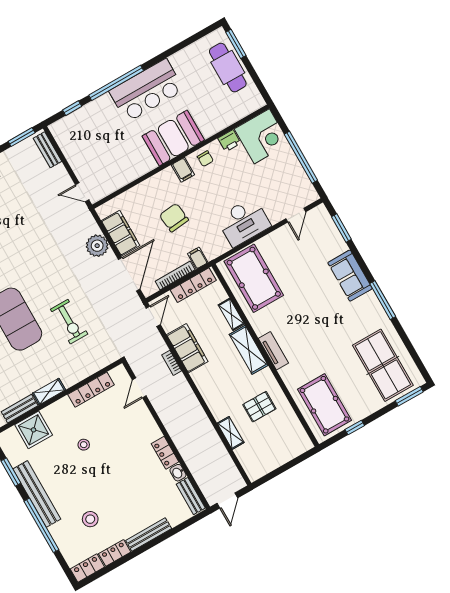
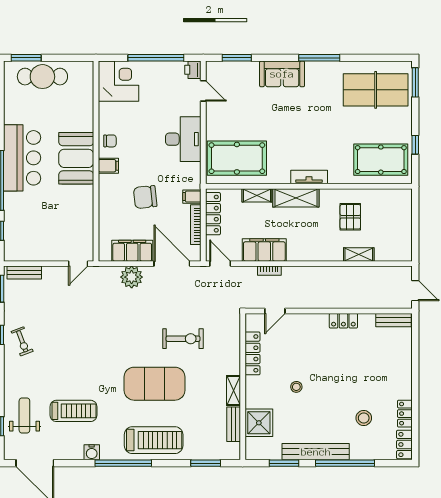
printer: (229, 141) -> (193, 70), moved, turned 180
door: (139, 388) -> (275, 311), hinge flipped
washbasin: (178, 473) -> (367, 319), removed
bench: (149, 535) -> (406, 375), removed

